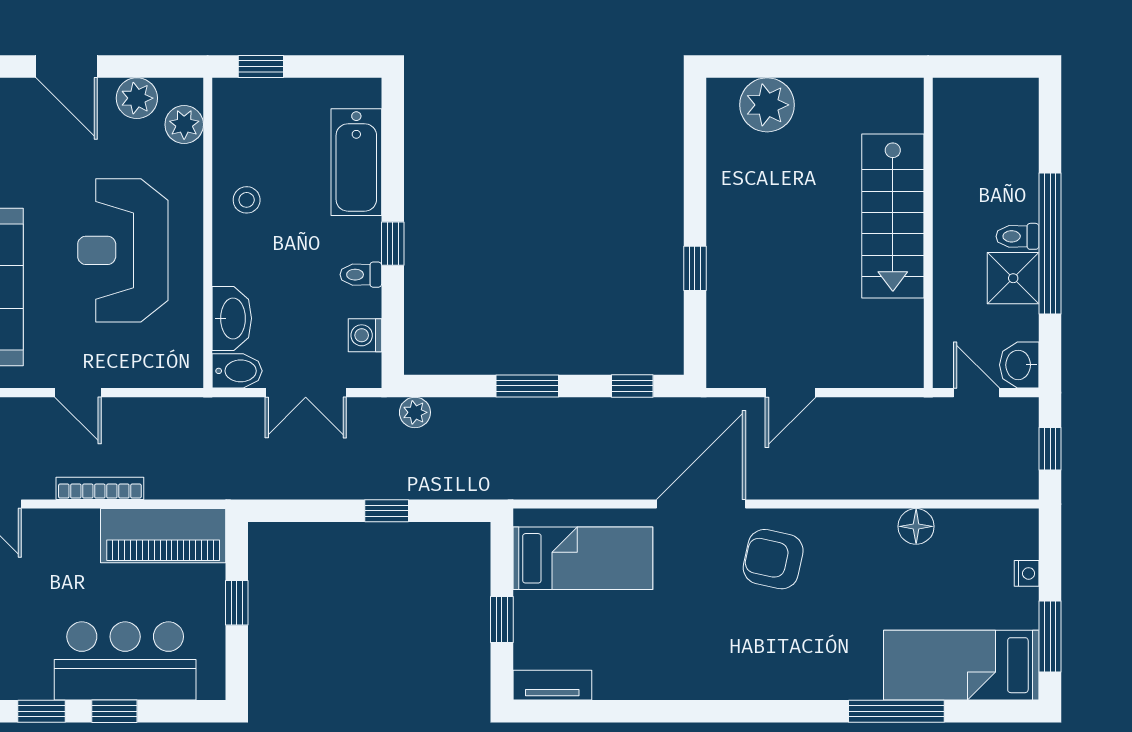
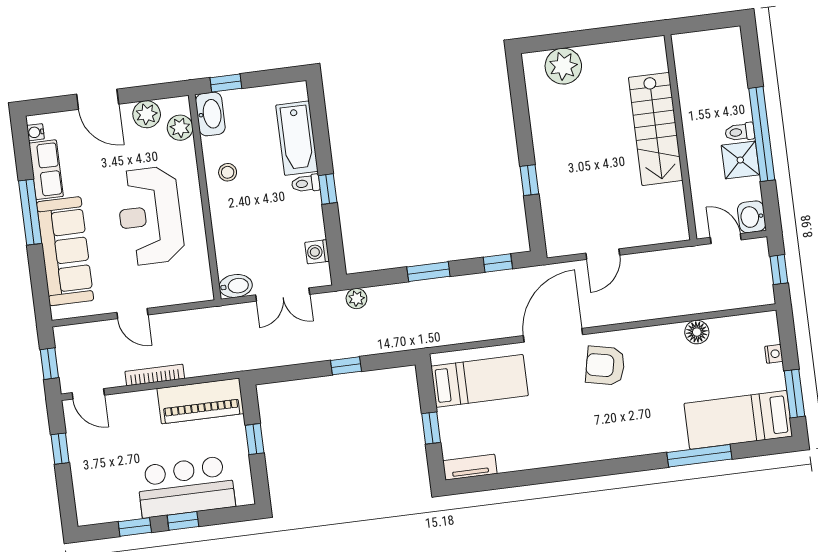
toilet: (361, 275) -> (306, 183), moved
washbasin: (232, 318) -> (210, 114), moved

